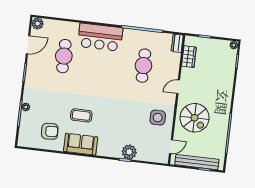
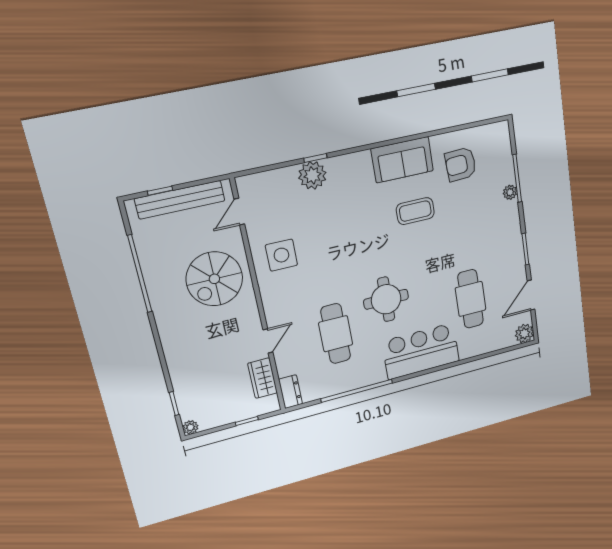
round table: (111, 74) -> (386, 299), added
door: (178, 87) -> (268, 341), moved
spiral stairs: (195, 118) -> (214, 279), turned -90

